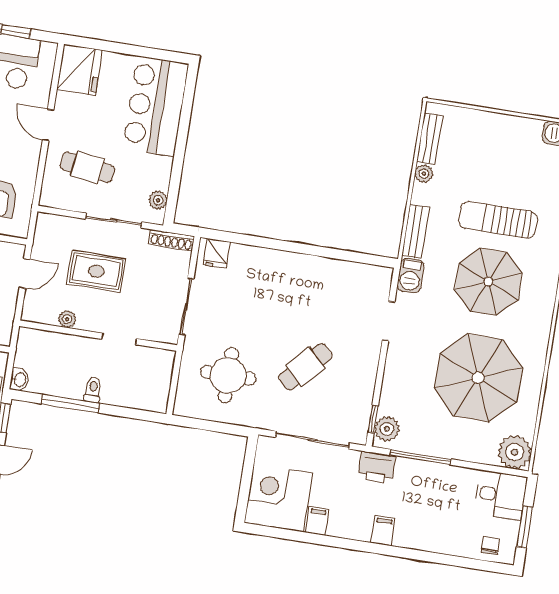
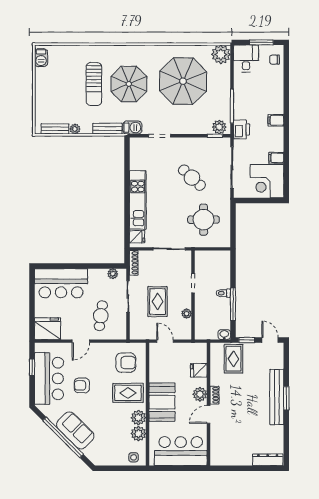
kitchen unit: (281, 265) -> (138, 200), added

